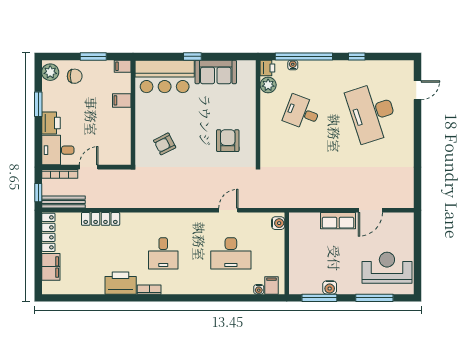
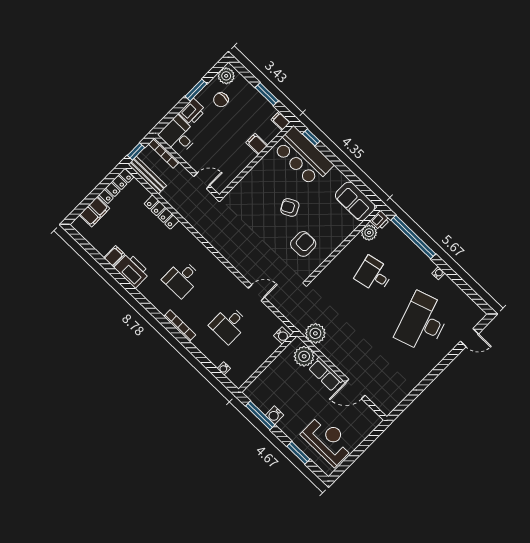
window: (192, 56) -> (311, 137), moved
window: (357, 56) -> (450, 273), removed
water cooler: (293, 65) -> (438, 273), moved
sofa: (216, 72) -> (355, 201), moved
chair: (75, 76) -> (221, 100), moved, turned 90
desk: (302, 113) -> (374, 275), turned -33
armchair: (165, 144) -> (290, 207), moved
door: (89, 167) -> (202, 181), moved
plant: (301, 198) -> (315, 333), added
plant: (309, 223) -> (304, 356), added
desk: (231, 253) -> (229, 324), width x0.73
filing cabinet: (271, 285) -> (114, 256), moved
bookcase: (149, 290) -> (180, 326), moved, width x1.56
window: (374, 298) -> (298, 453), width x0.69

